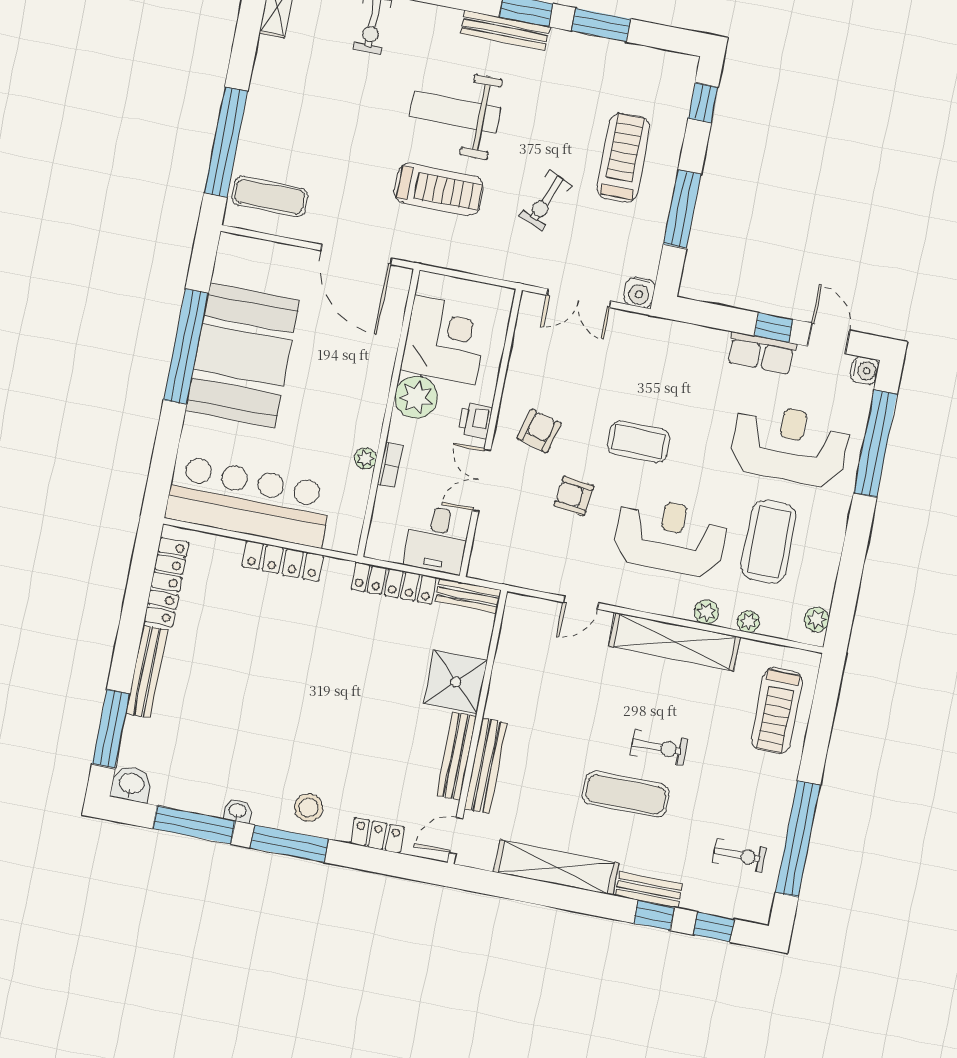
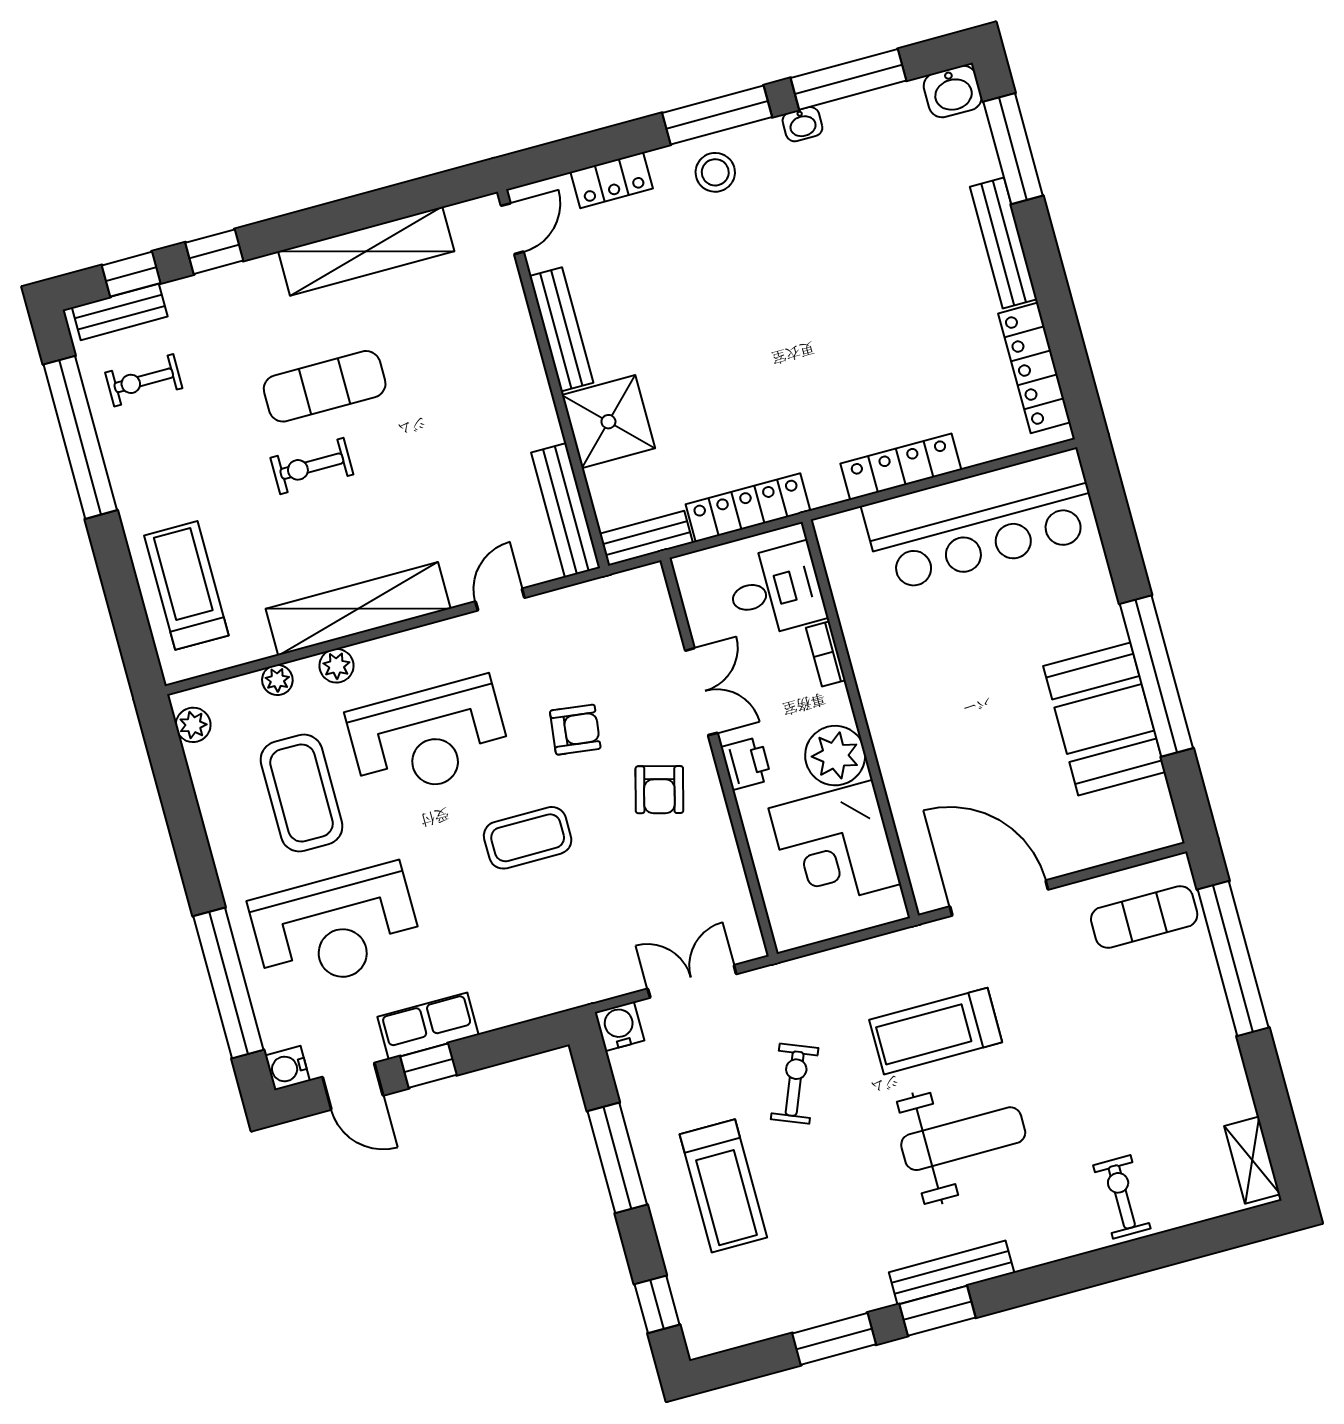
booth: (243, 355) -> (1104, 719), width x0.73, depth x0.70
plant: (365, 458) -> (861, 647), removed
desk: (437, 540) -> (776, 590), moved, turned 90
bench: (486, 766) -> (566, 510), moved
bench: (649, 890) -> (120, 312), moved

